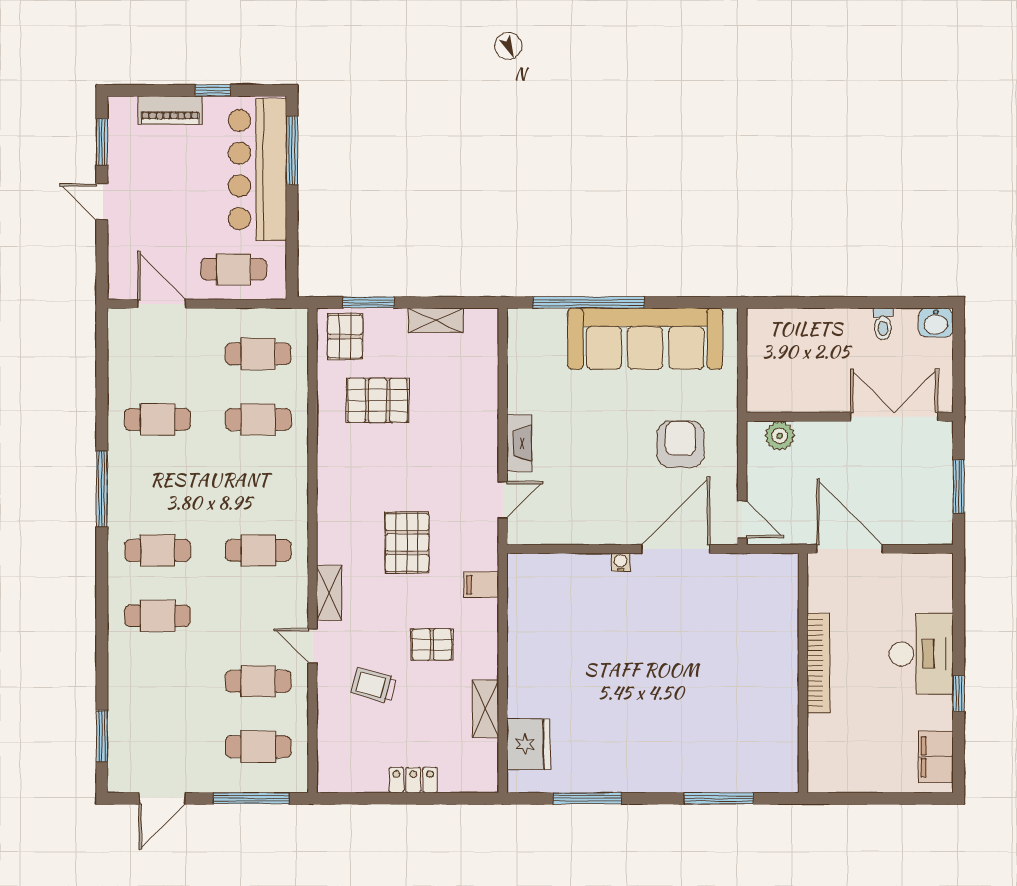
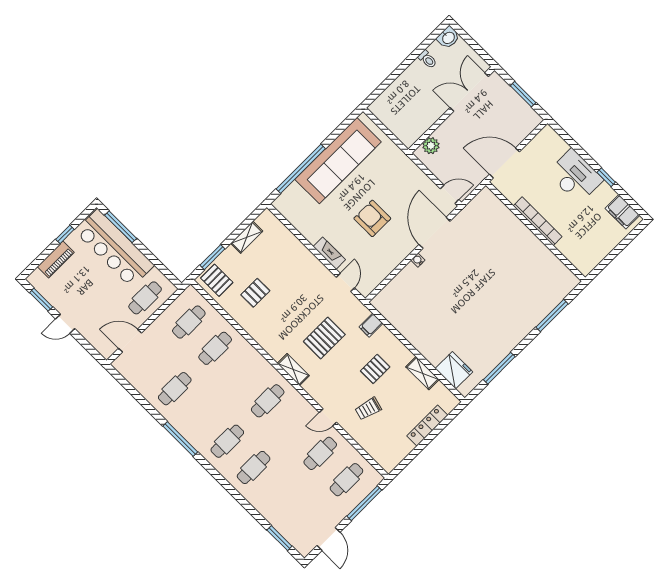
pallet: (377, 400) -> (255, 293), width x0.67, depth x0.71
armchair: (680, 444) -> (372, 218), moved
pallet: (407, 542) -> (324, 338), turned 90
shelving: (329, 593) -> (293, 370), moved
locker: (413, 780) -> (427, 425), width x1.53

